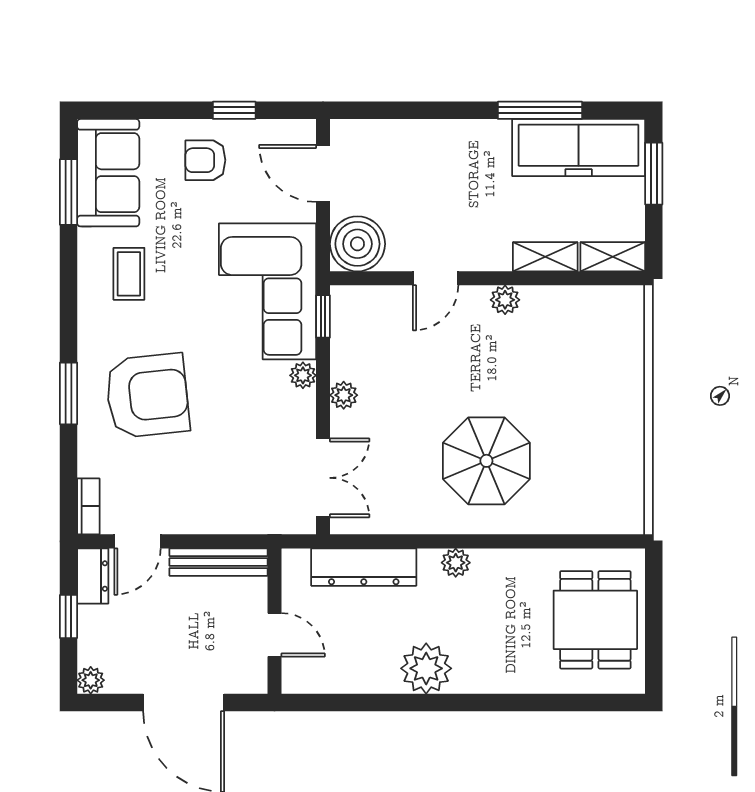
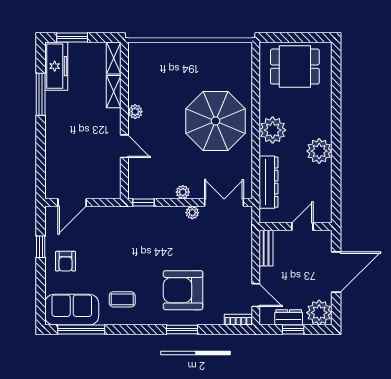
freezer: (579, 148) -> (56, 66), width x0.73, depth x0.79
window: (69, 192) -> (81, 330), width x1.44
boiler: (357, 244) -> (107, 185), removed
corner sofa: (267, 291) -> (131, 230), removed
plant: (303, 375) -> (192, 213), moved
armchair: (147, 396) -> (183, 290), turned -84
parasol: (486, 461) -> (216, 121), width x1.36, depth x1.36
bench: (219, 562) -> (266, 248), width x0.73
plant: (456, 563) -> (273, 130), width x1.87, depth x1.87
dresser: (93, 576) -> (289, 317), moved
plant: (91, 680) -> (319, 313), width x1.88, depth x1.88

